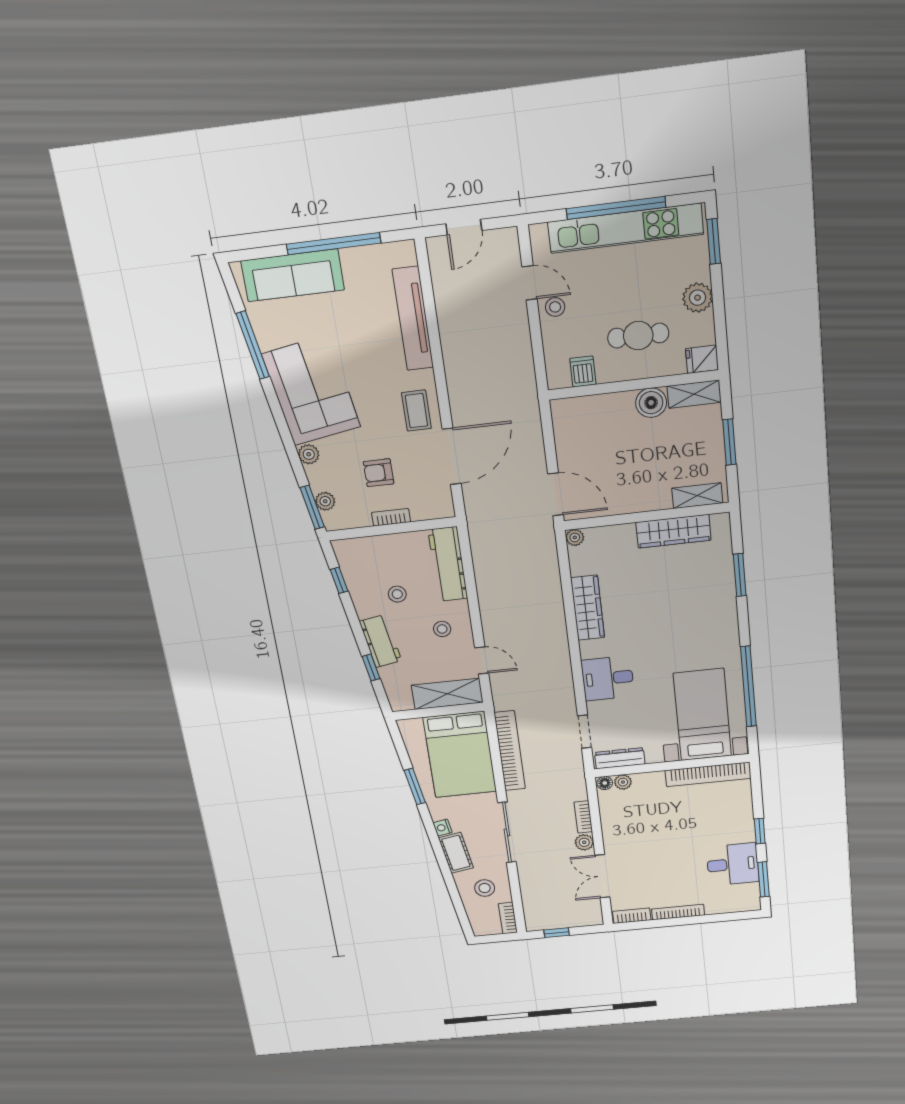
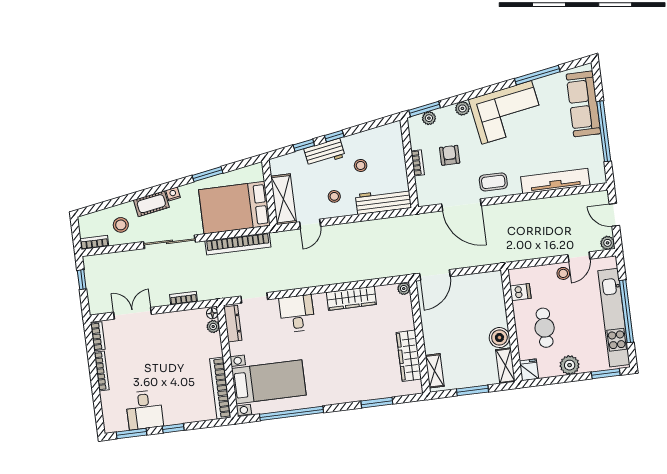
window: (339, 580) -> (334, 136), moved
plant: (584, 842) -> (608, 243), moved

